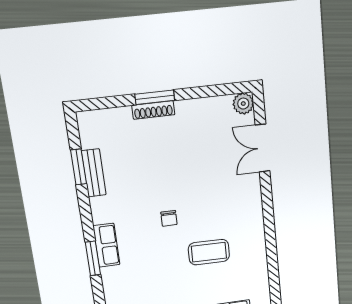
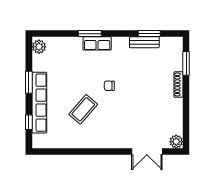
window: (155, 97) -> (186, 63), moved
double door: (263, 148) -> (147, 151), swing flipped
coffee table: (209, 252) -> (83, 109), turned 40

